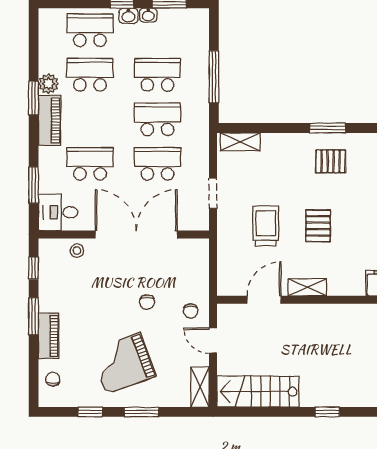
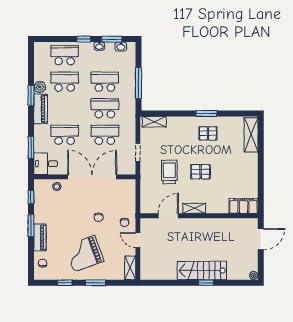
washbasin: (128, 16) -> (121, 47), moved
pallet: (318, 226) -> (200, 172), turned 90
stairs: (258, 392) -> (202, 271), moved

